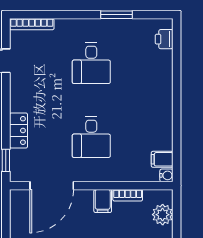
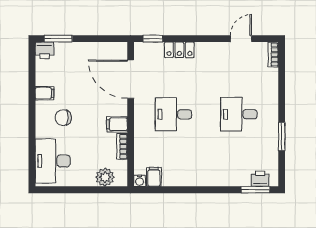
bookcase: (32, 24) -> (273, 55), width x0.64
window: (177, 44) -> (255, 190), added

